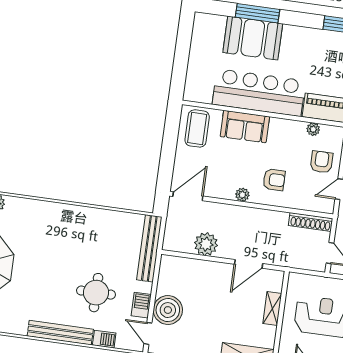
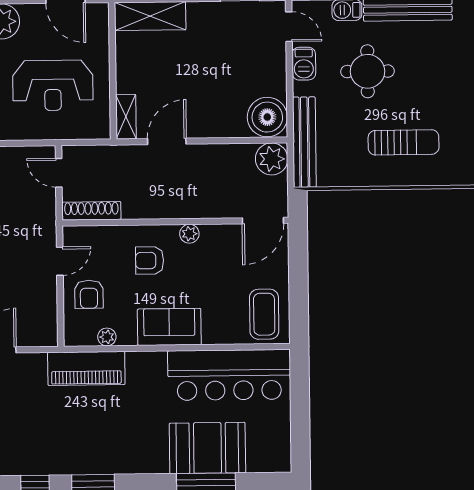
bar counter: (259, 93) -> (229, 375), moved
sofa: (245, 127) -> (169, 327), moved
sun lounger: (78, 237) -> (404, 142), added
plant: (206, 244) -> (272, 159), moved
shelving: (272, 309) -> (126, 117), moved
boiler: (168, 310) -> (267, 117), moved

